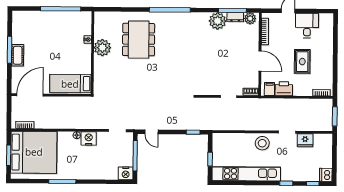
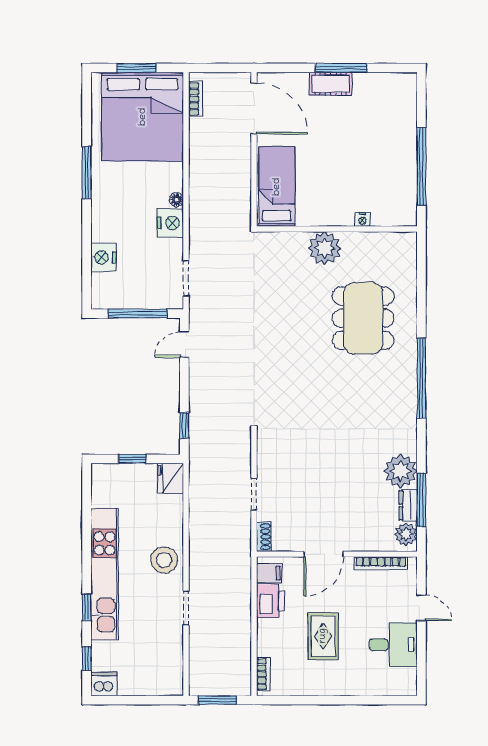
dining table: (139, 40) -> (363, 318), turned 90
plant: (102, 48) -> (325, 248), moved
rug: (302, 62) -> (323, 636), turned 90
fridge: (305, 140) -> (171, 478), moved
nightstand: (126, 173) -> (103, 257), moved
kitchen unit: (246, 174) -> (105, 574), moved

